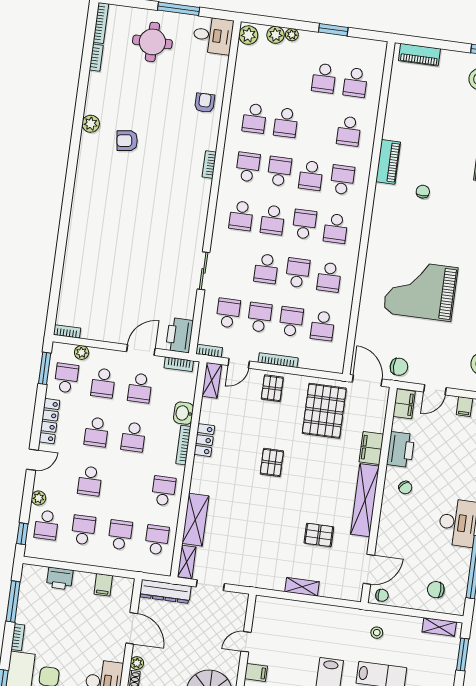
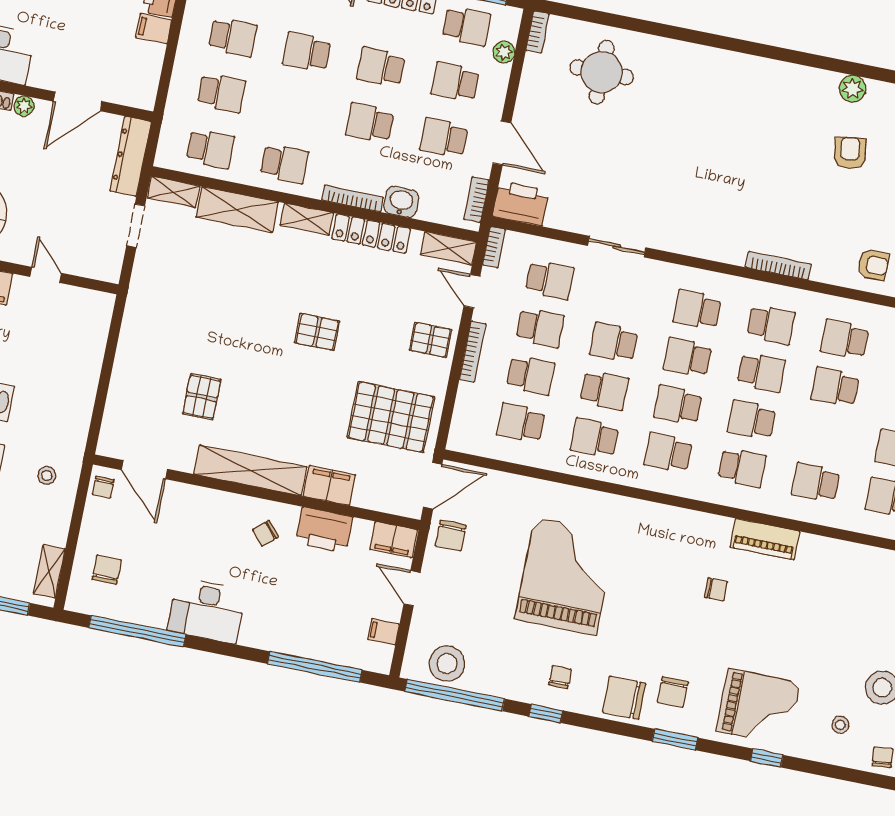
armchair: (127, 141) -> (850, 153), moved
bookcase: (209, 165) -> (778, 266), width x1.56
school desk: (304, 224) -> (678, 405), turned 180
round table: (90, 288) -> (602, 72), added
locker: (204, 440) -> (371, 234), width x1.53
filing cabinet: (103, 585) -> (154, 29), moved
shelving: (302, 587) -> (307, 219), moved, turned 90

